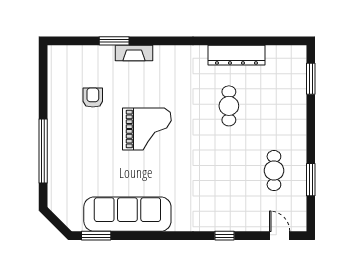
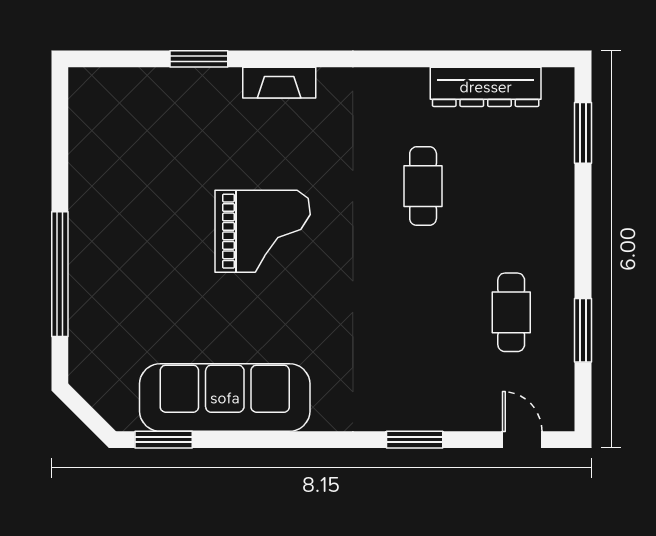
fireplace: (134, 53) -> (279, 83), moved
dresser: (236, 55) -> (486, 87), moved
armchair: (93, 98) -> (157, 170), removed
window: (225, 236) -> (415, 440), width x1.50

